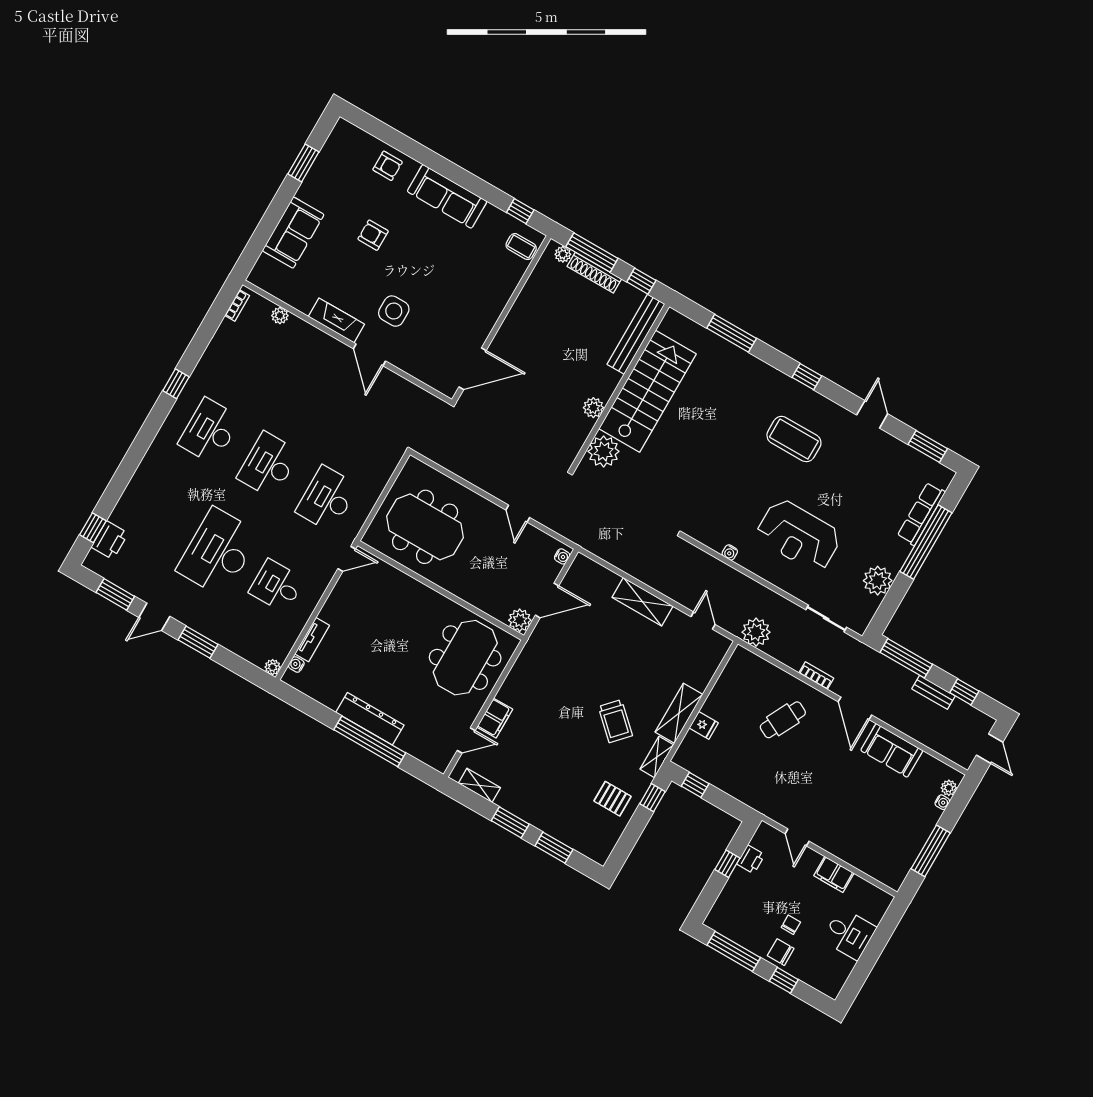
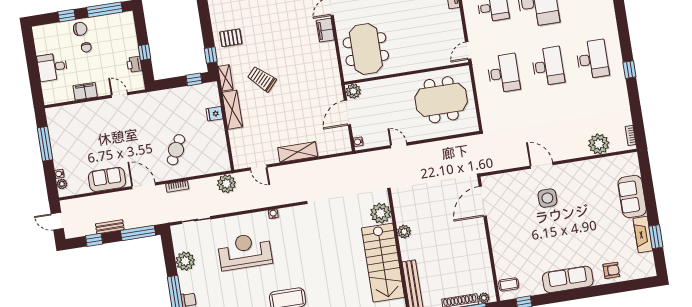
armchair: (388, 166) -> (611, 270), turned 180
armchair: (373, 235) -> (590, 229), removed
plant: (280, 316) -> (599, 144), width x1.88, depth x1.88
fireplace: (336, 320) -> (643, 235), moved, turned 90

